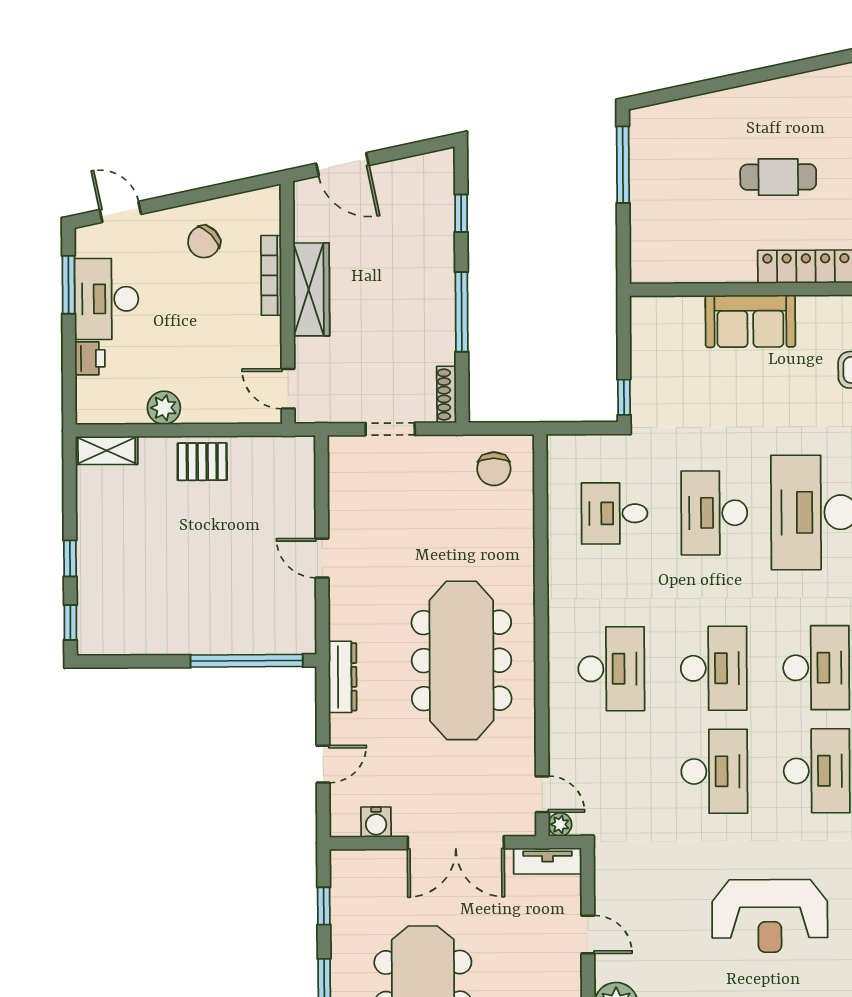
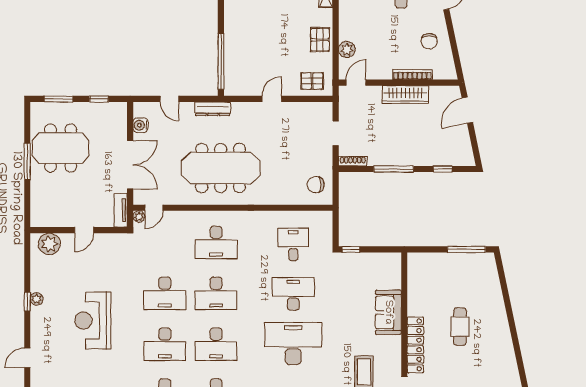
chair: (204, 242) -> (429, 41), turned -136
plant: (164, 408) -> (347, 49), moved
pallet: (285, 477) -> (312, 81), added
double door: (456, 843) -> (130, 165), swing flipped

